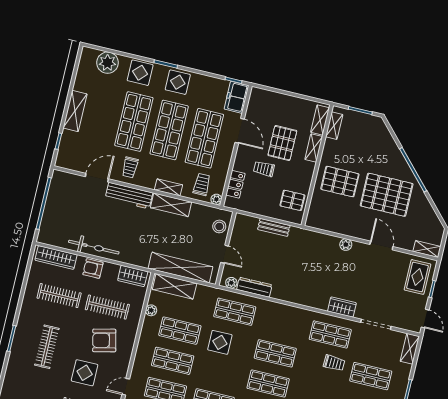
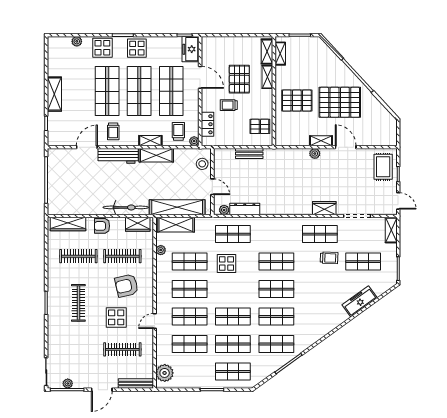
plant: (107, 63) -> (77, 41), width x0.53, depth x0.53
bicycle: (94, 247) -> (126, 207), moved
shelving: (427, 249) -> (321, 141), moved

